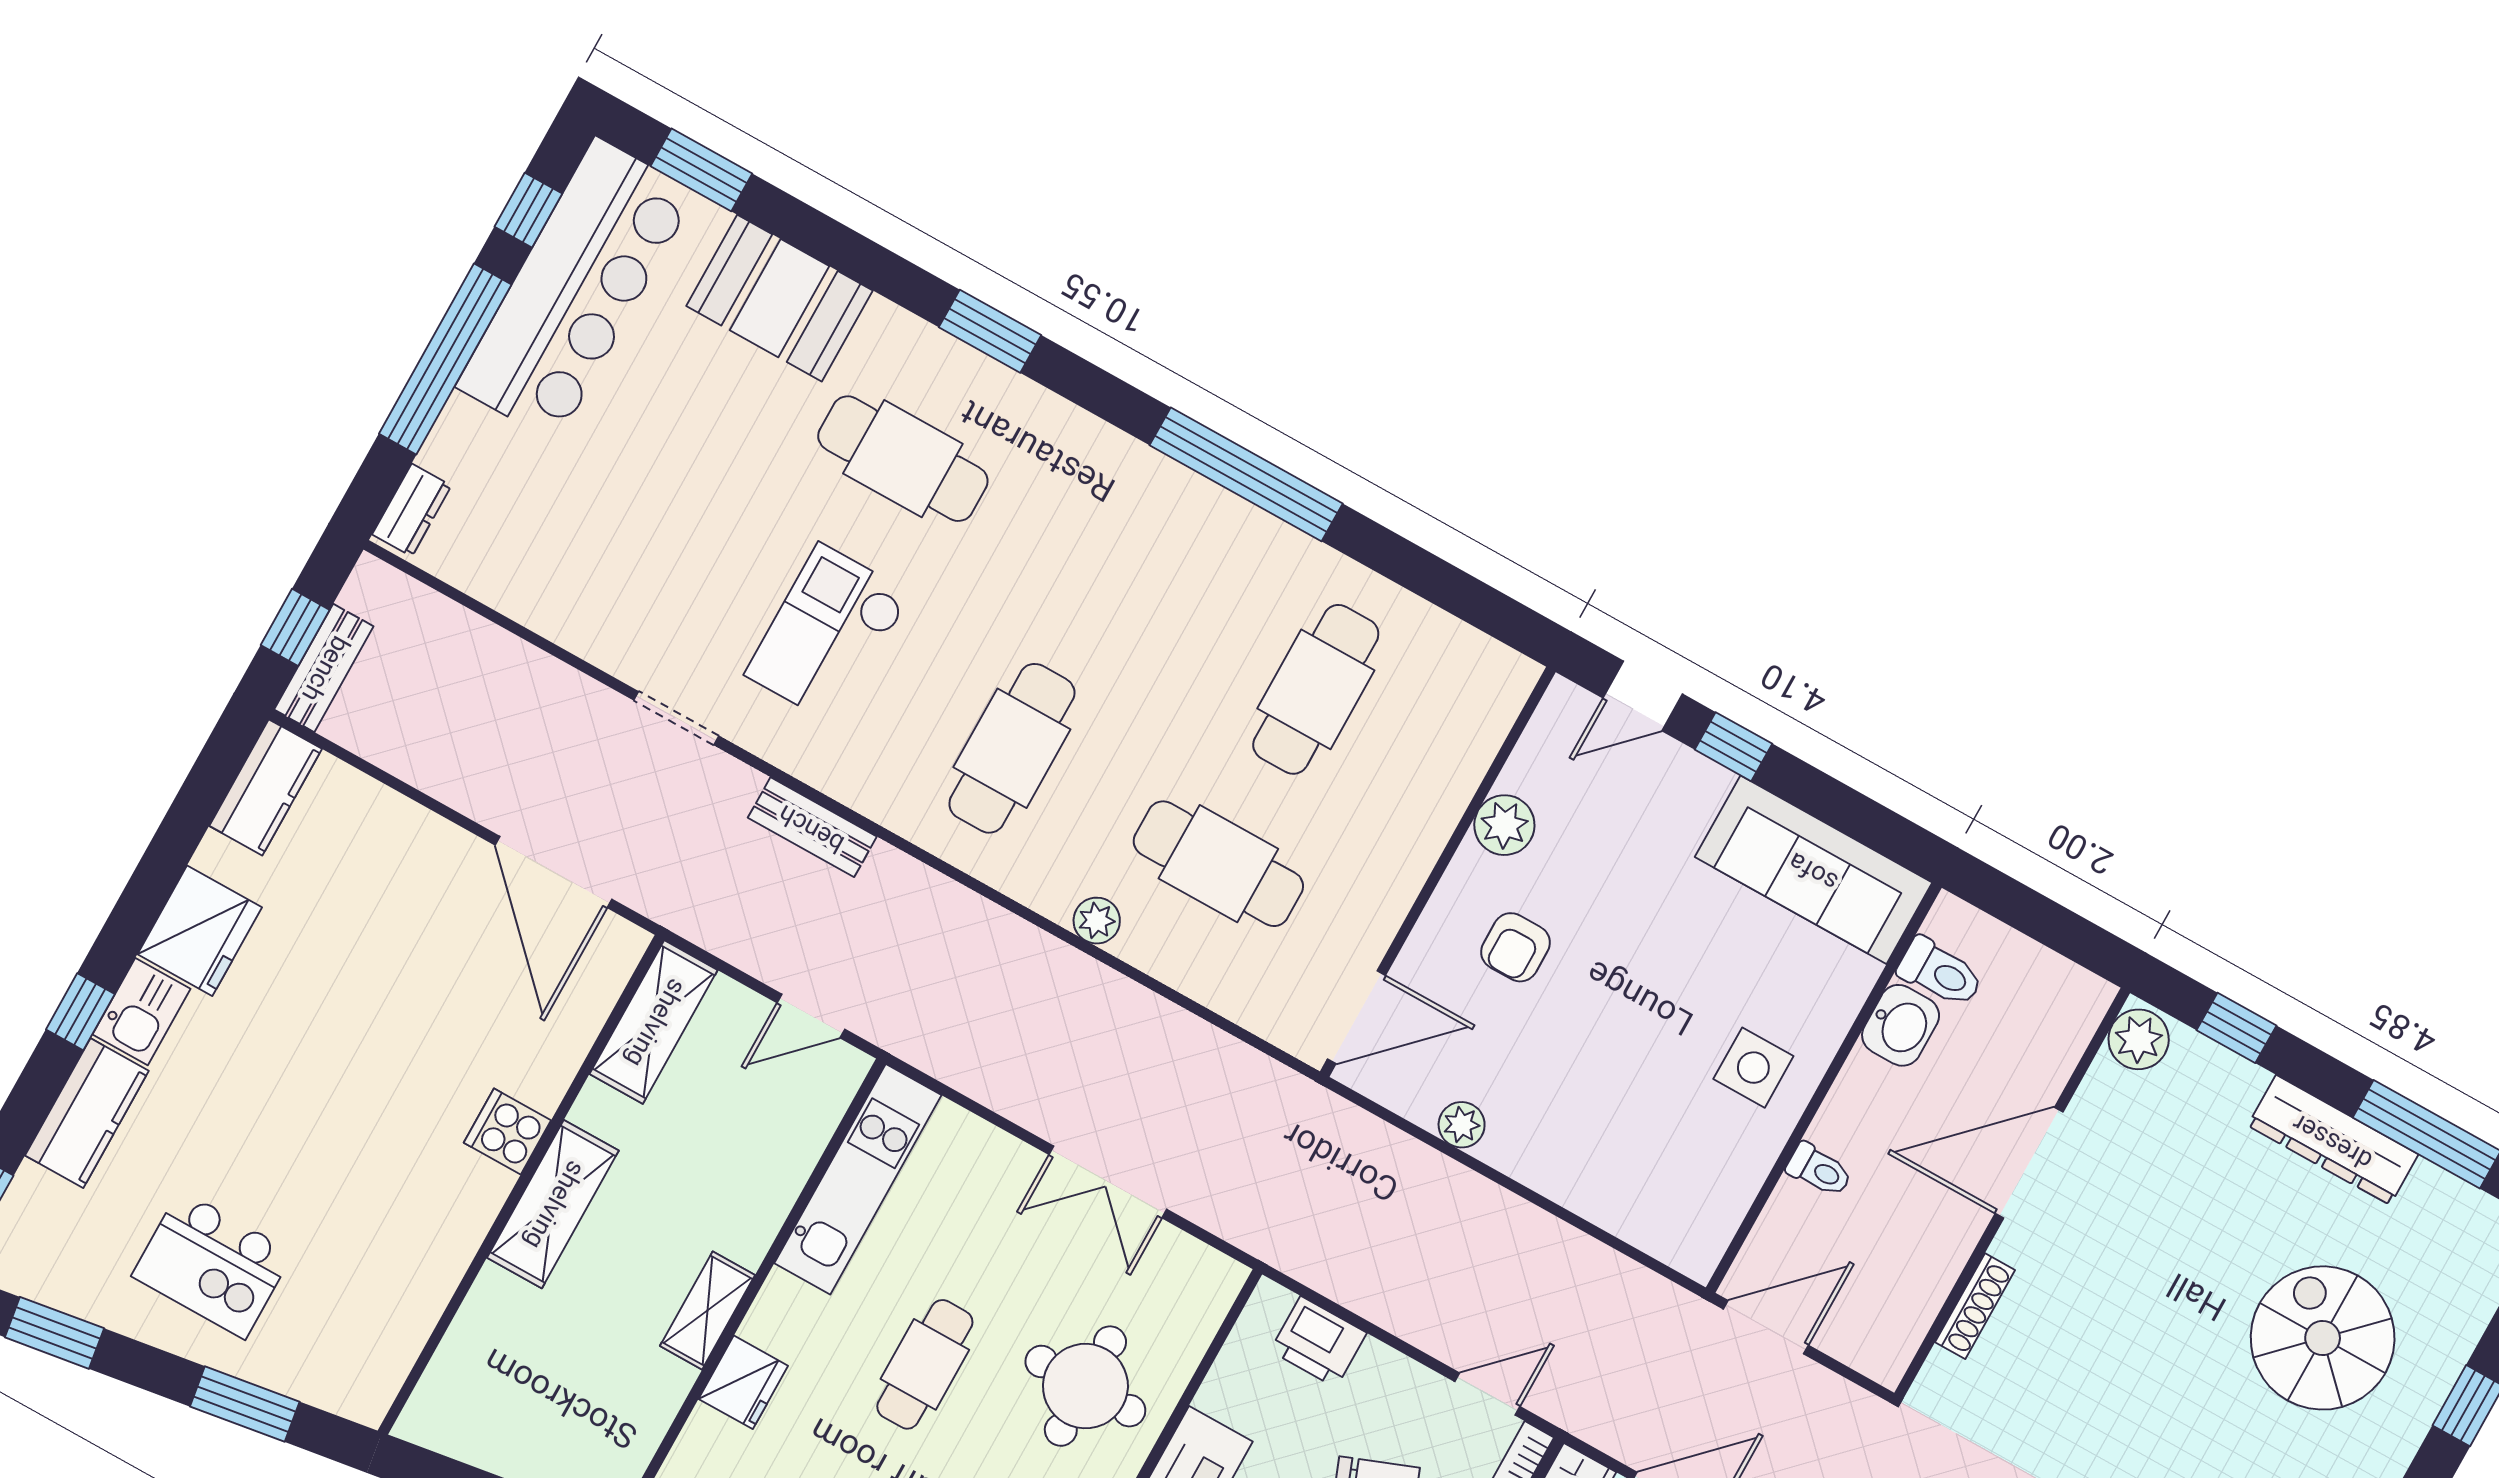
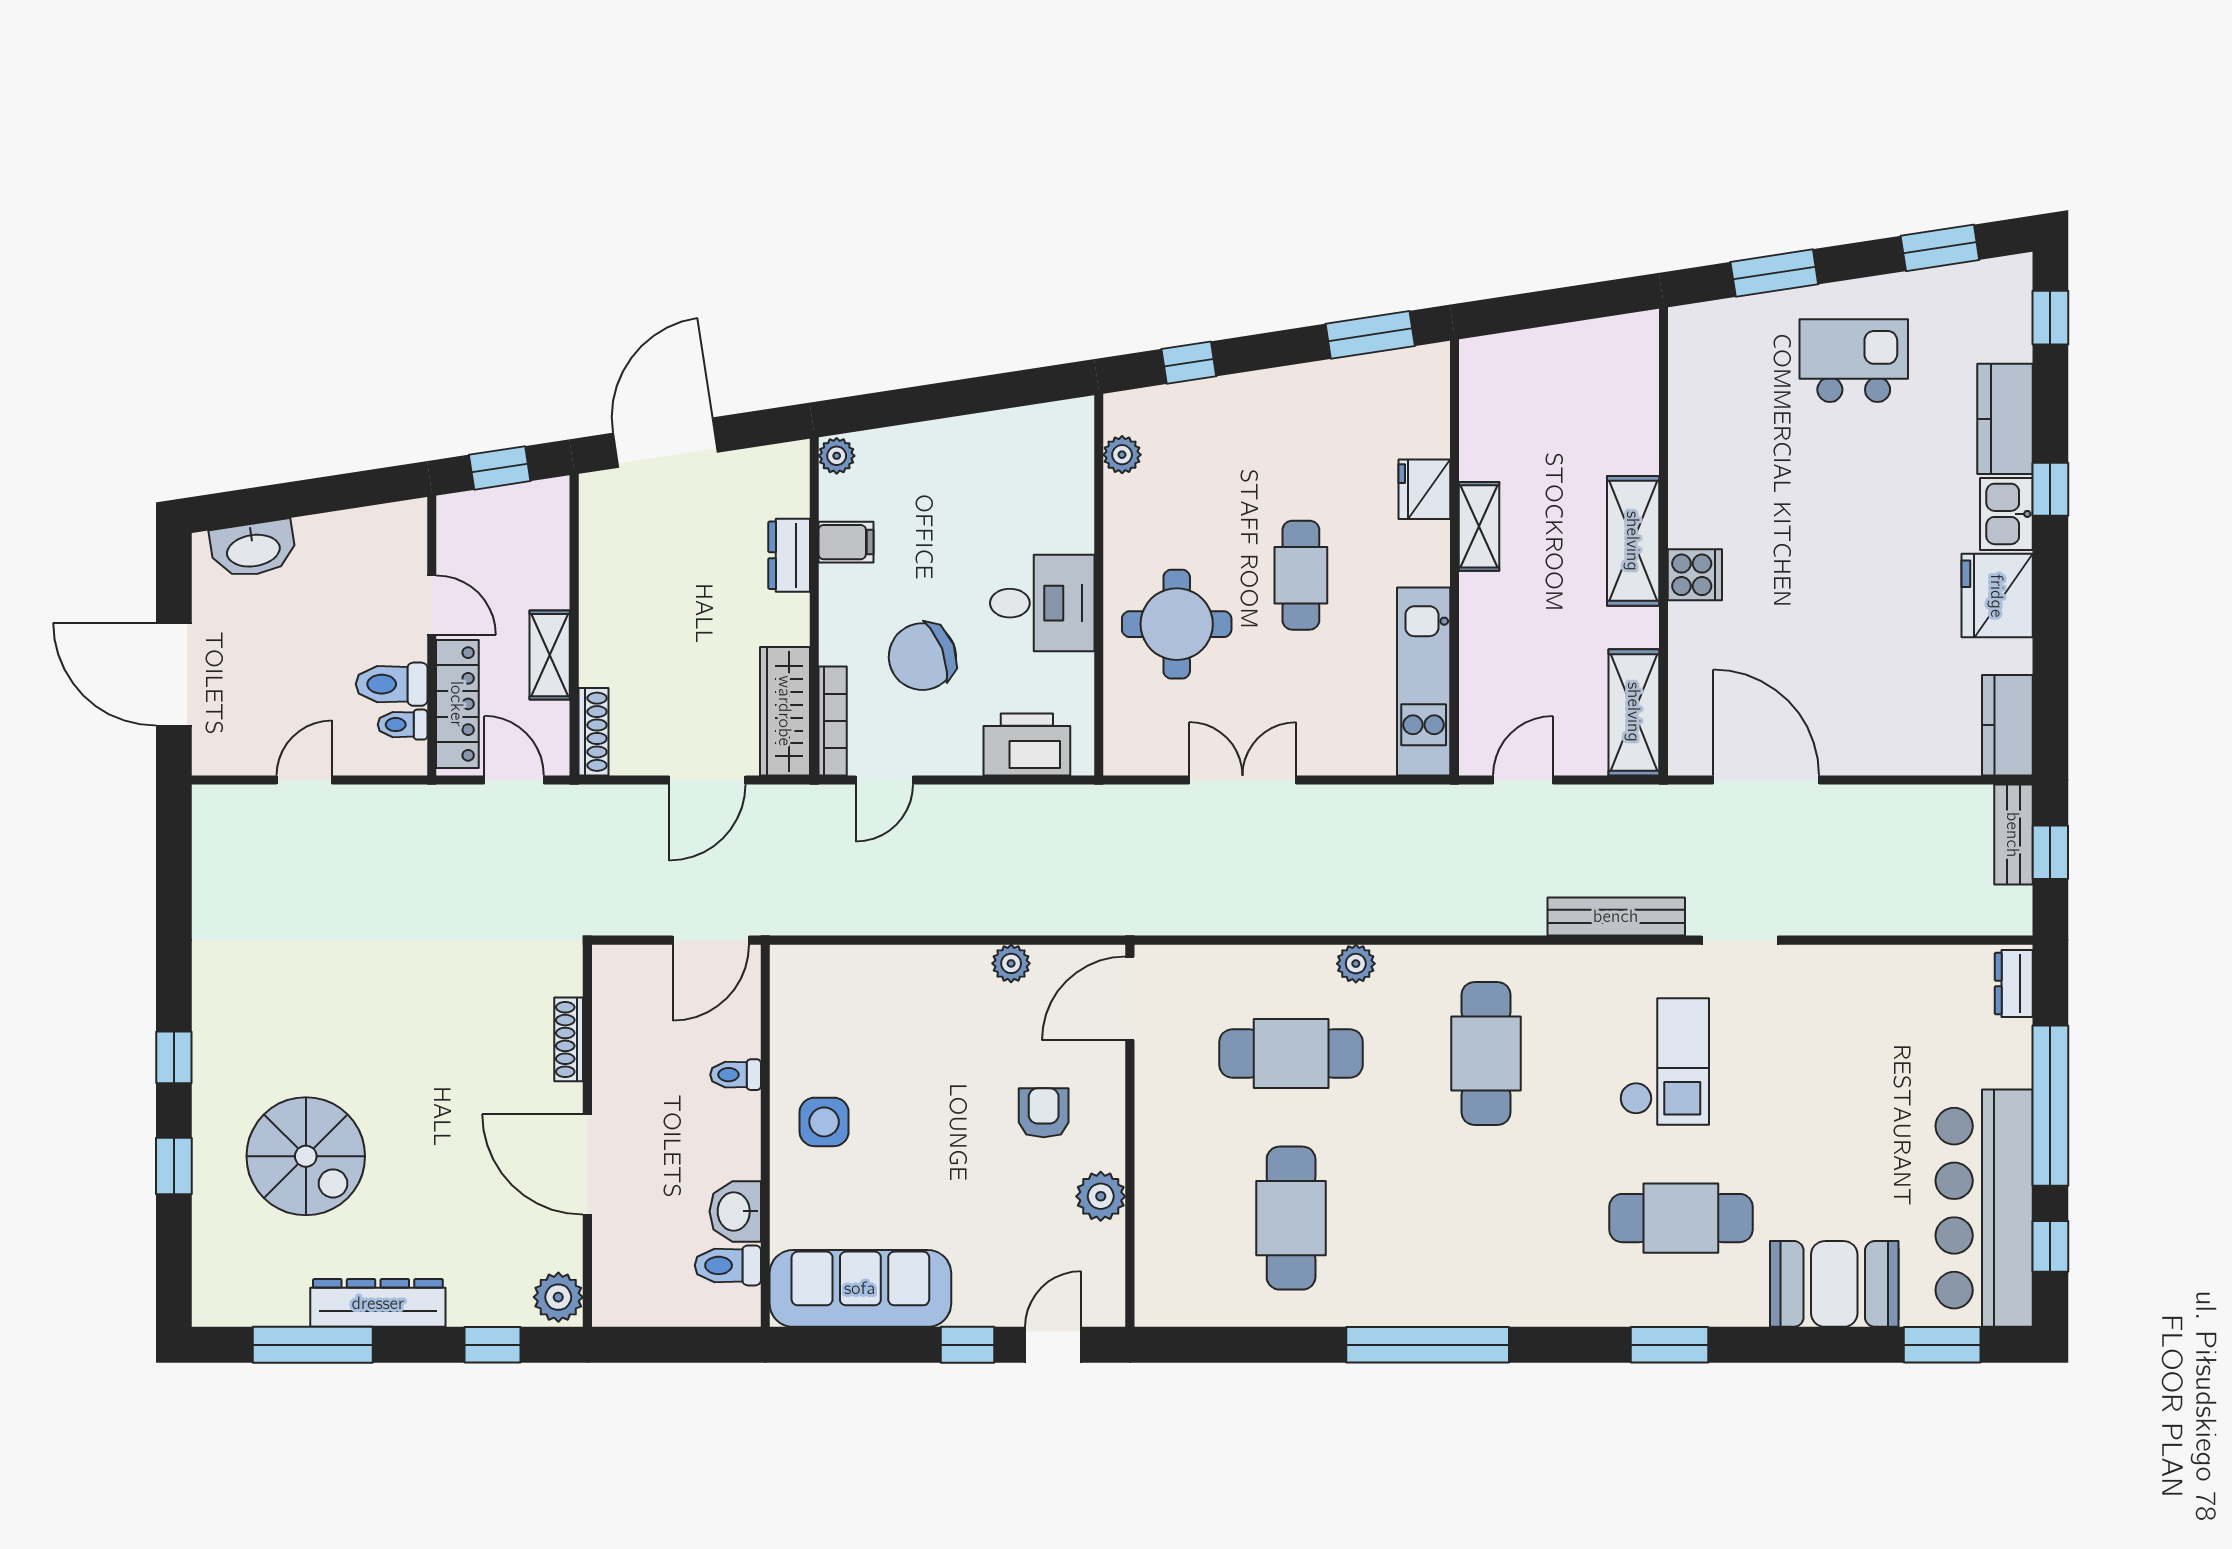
bench: (812, 827) -> (1616, 916), width x1.36
door: (2029, 1163) -> (587, 1164), swing flipped
printer: (1318, 1342) -> (1027, 745), width x1.37, depth x1.19

